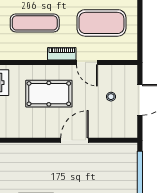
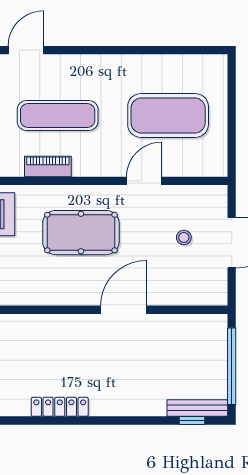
piano: (62, 54) -> (48, 166), moved
door: (87, 62) -> (144, 181), swing flipped

